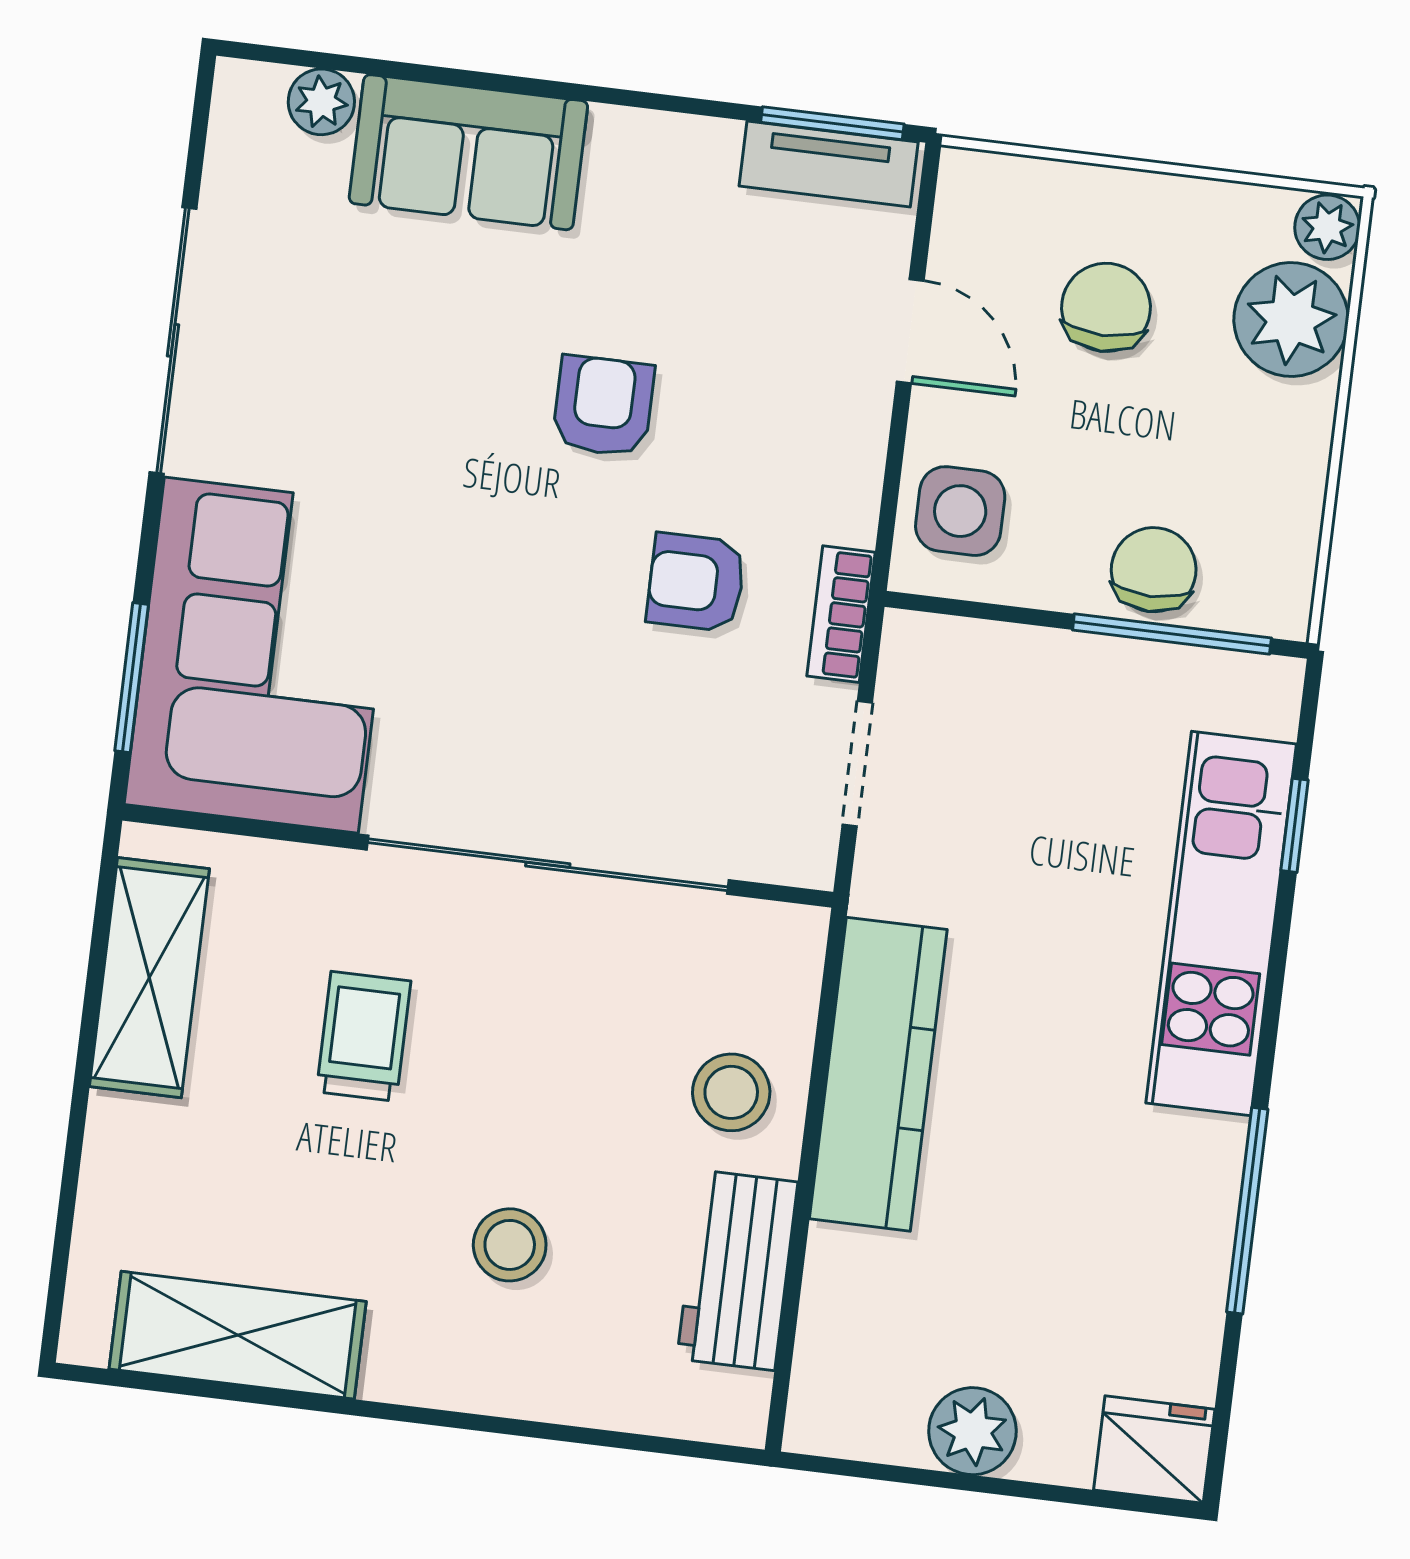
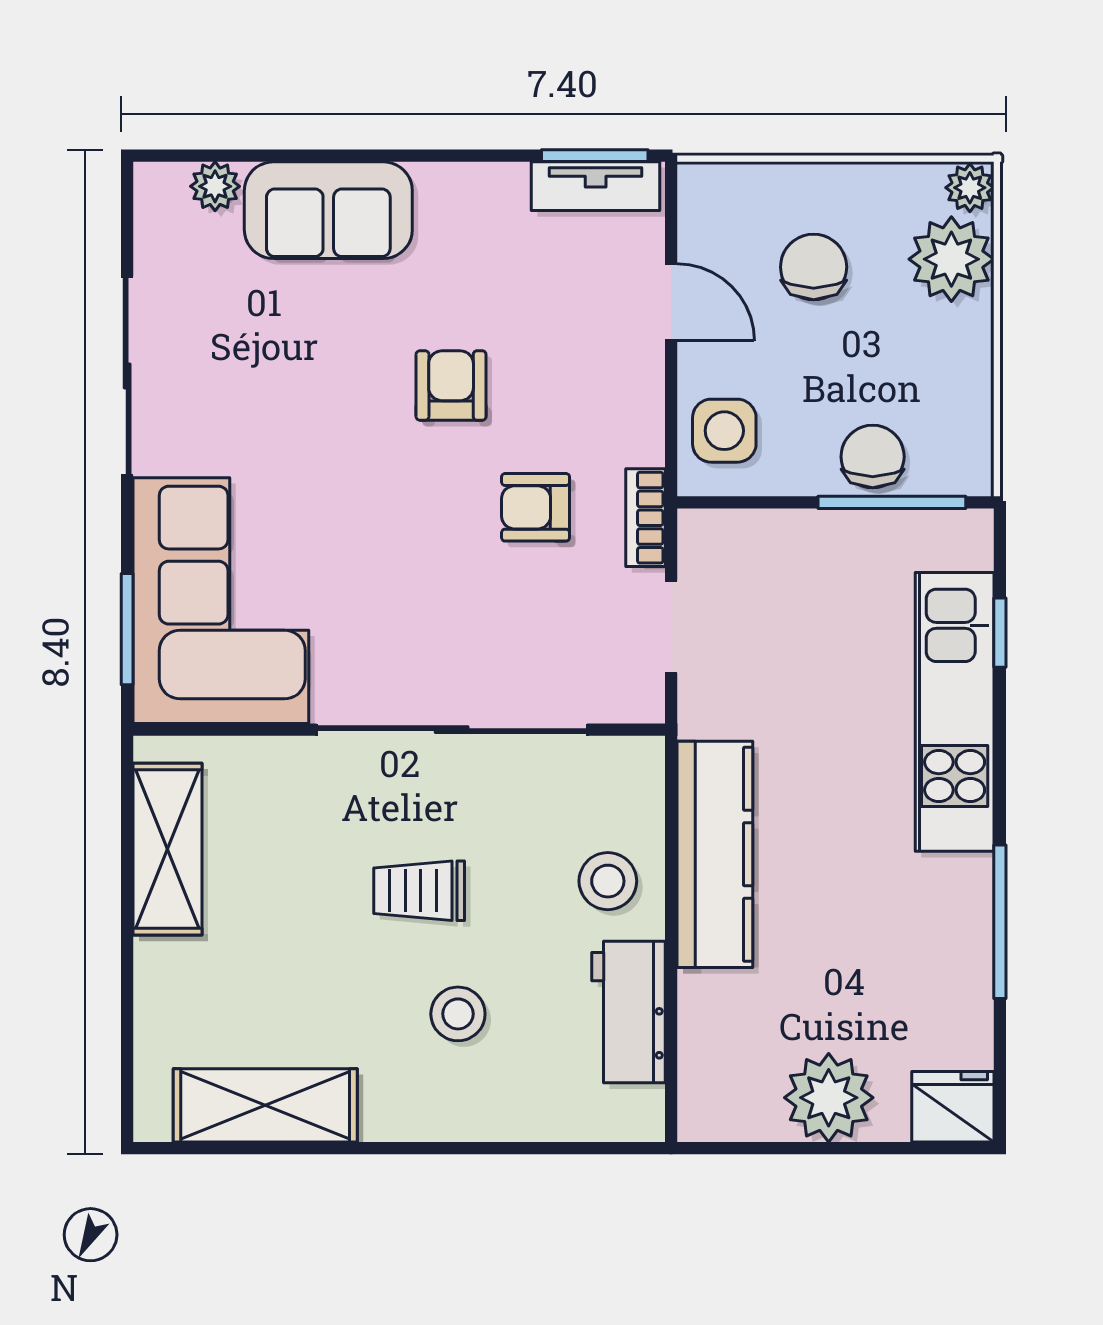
trolley: (364, 1036) -> (419, 891), moved, turned -90
plant: (972, 1431) -> (829, 1098), width x1.36, depth x1.36

